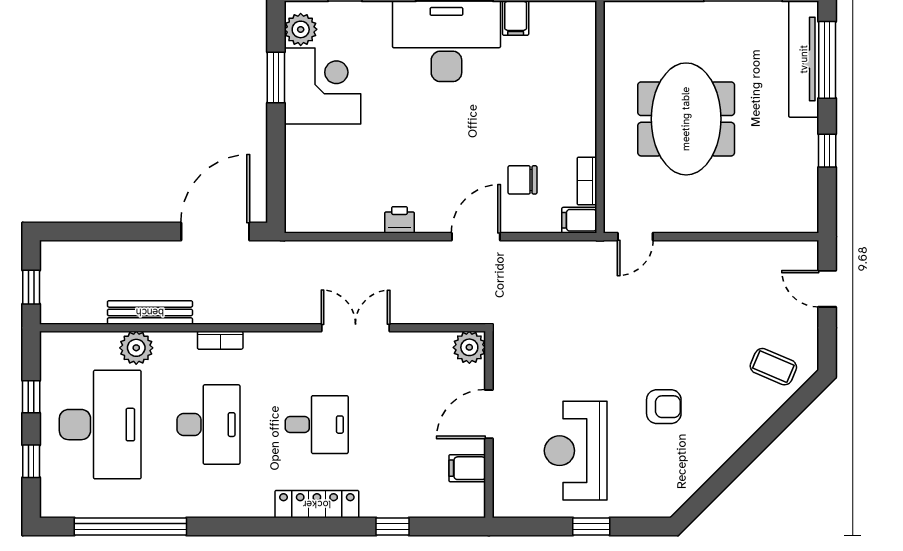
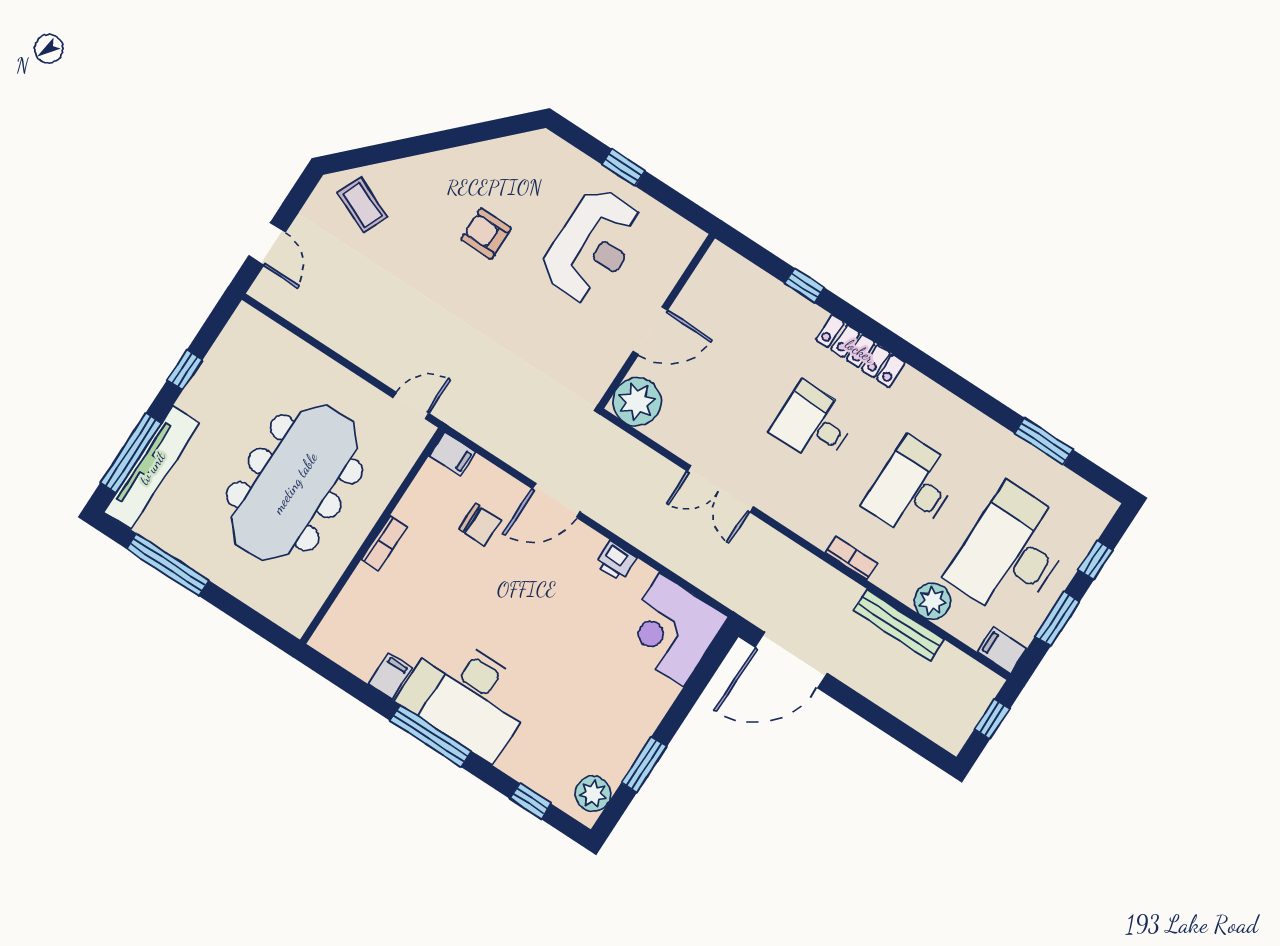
corner desk: (323, 86) -> (672, 630), moved
meeting table: (686, 119) -> (295, 483), width x1.36
bookcase: (587, 181) -> (384, 543), moved
plant: (469, 347) -> (637, 402), width x1.36, depth x1.36
window: (31, 397) -> (1057, 619), width x1.50
filing cabinet: (467, 468) -> (1002, 650), moved, turned 180
window: (130, 526) -> (1044, 442), width x0.47

